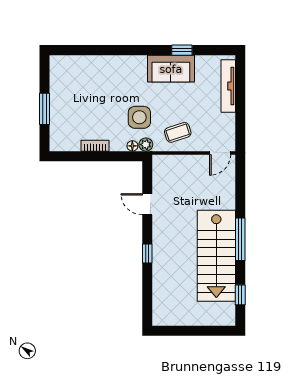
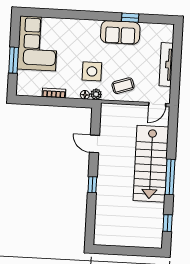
tv unit: (228, 86) -> (166, 65), moved
corner sofa: (72, 87) -> (38, 43), added
stairs: (216, 256) -> (151, 164), moved

